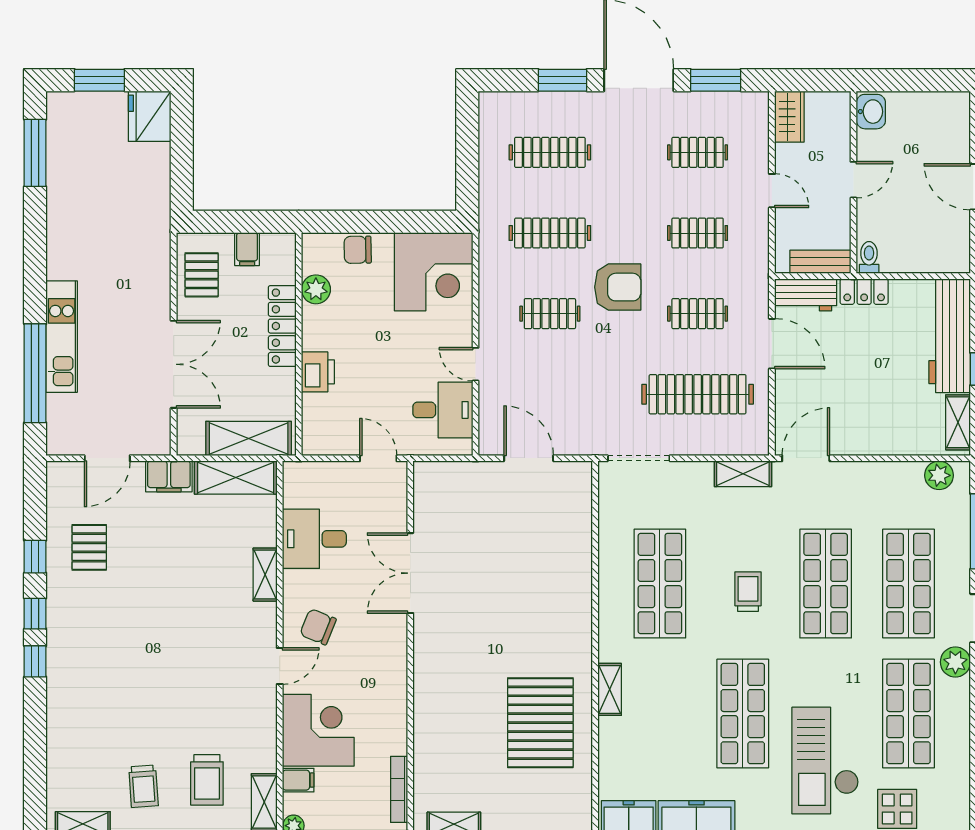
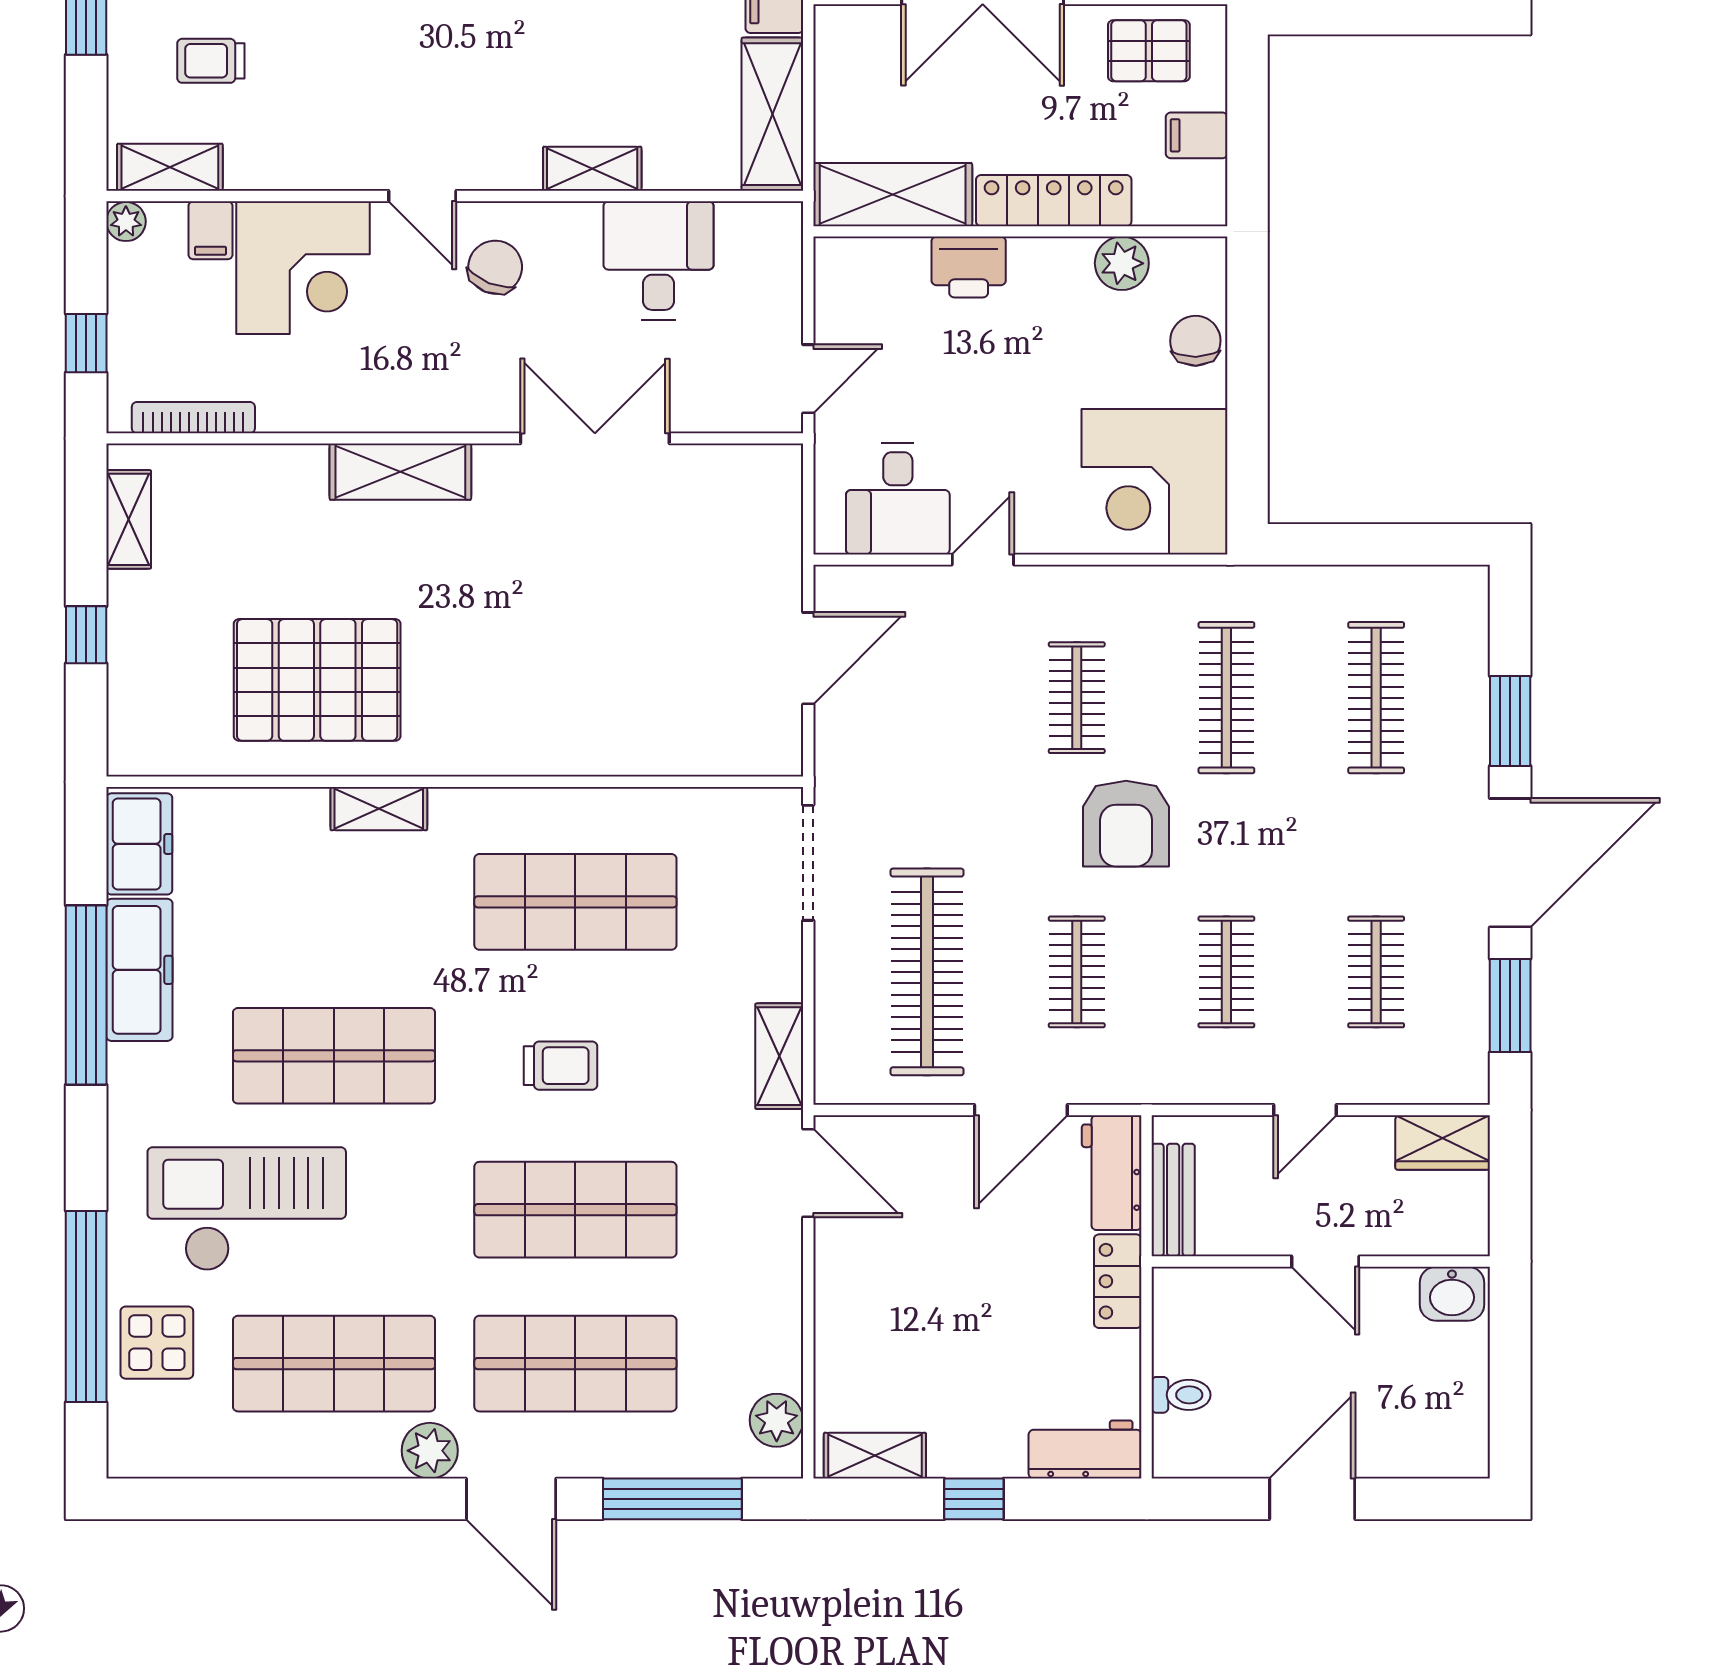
toilet: (869, 257) -> (1181, 1395), moved
workbench: (950, 336) -> (1085, 1449), width x0.53, depth x0.76
shelving: (249, 438) -> (893, 195), moved, turned 90
shelving: (428, 678) -> (400, 472), added
trolley: (207, 780) -> (211, 61), width x0.73, depth x0.72

